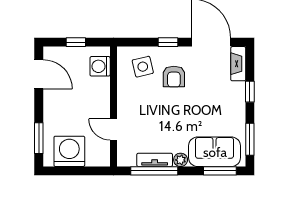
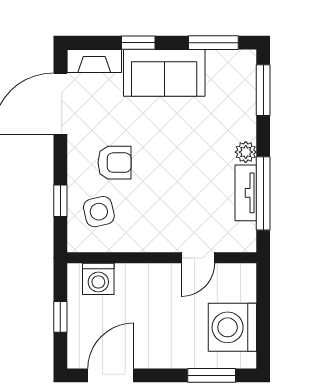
window: (168, 42) -> (60, 201), moved
sofa: (215, 152) -> (164, 73), moved, turned -90

